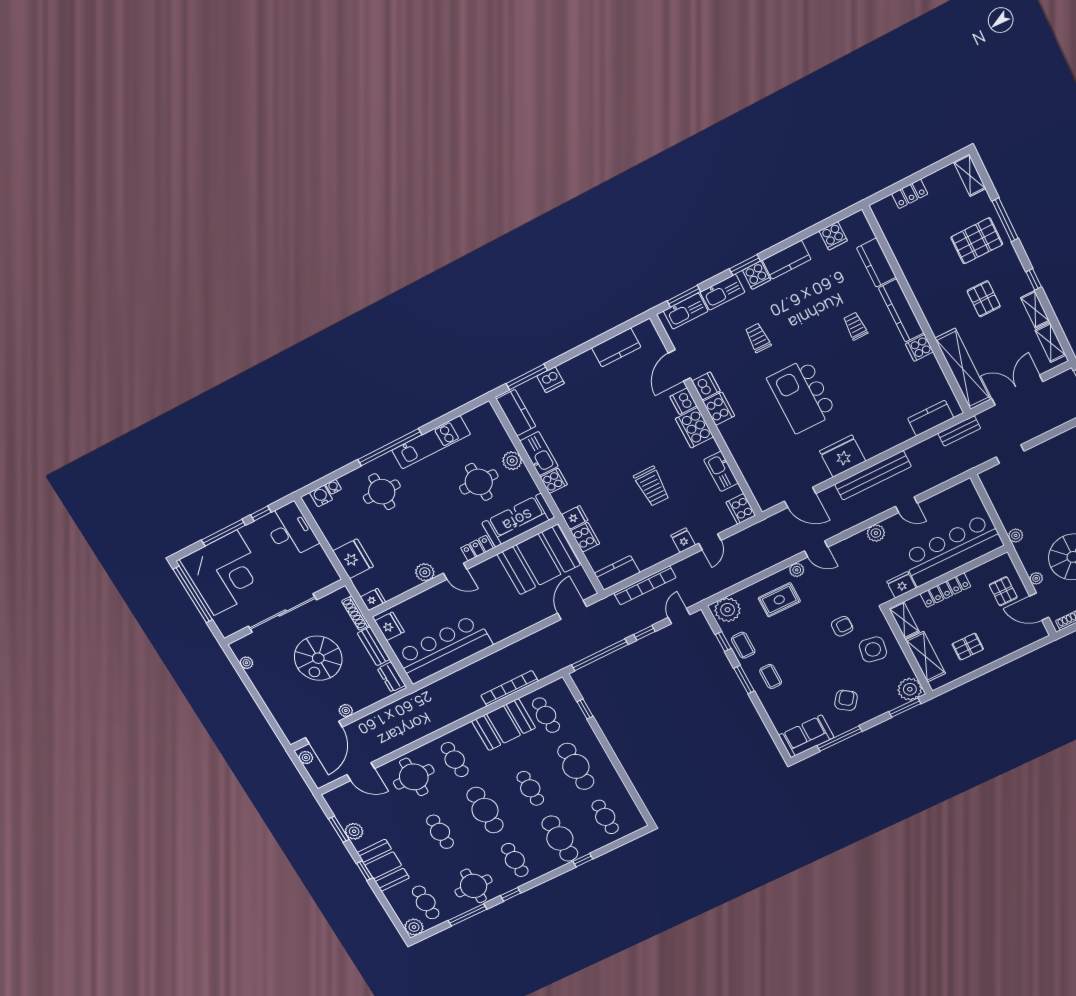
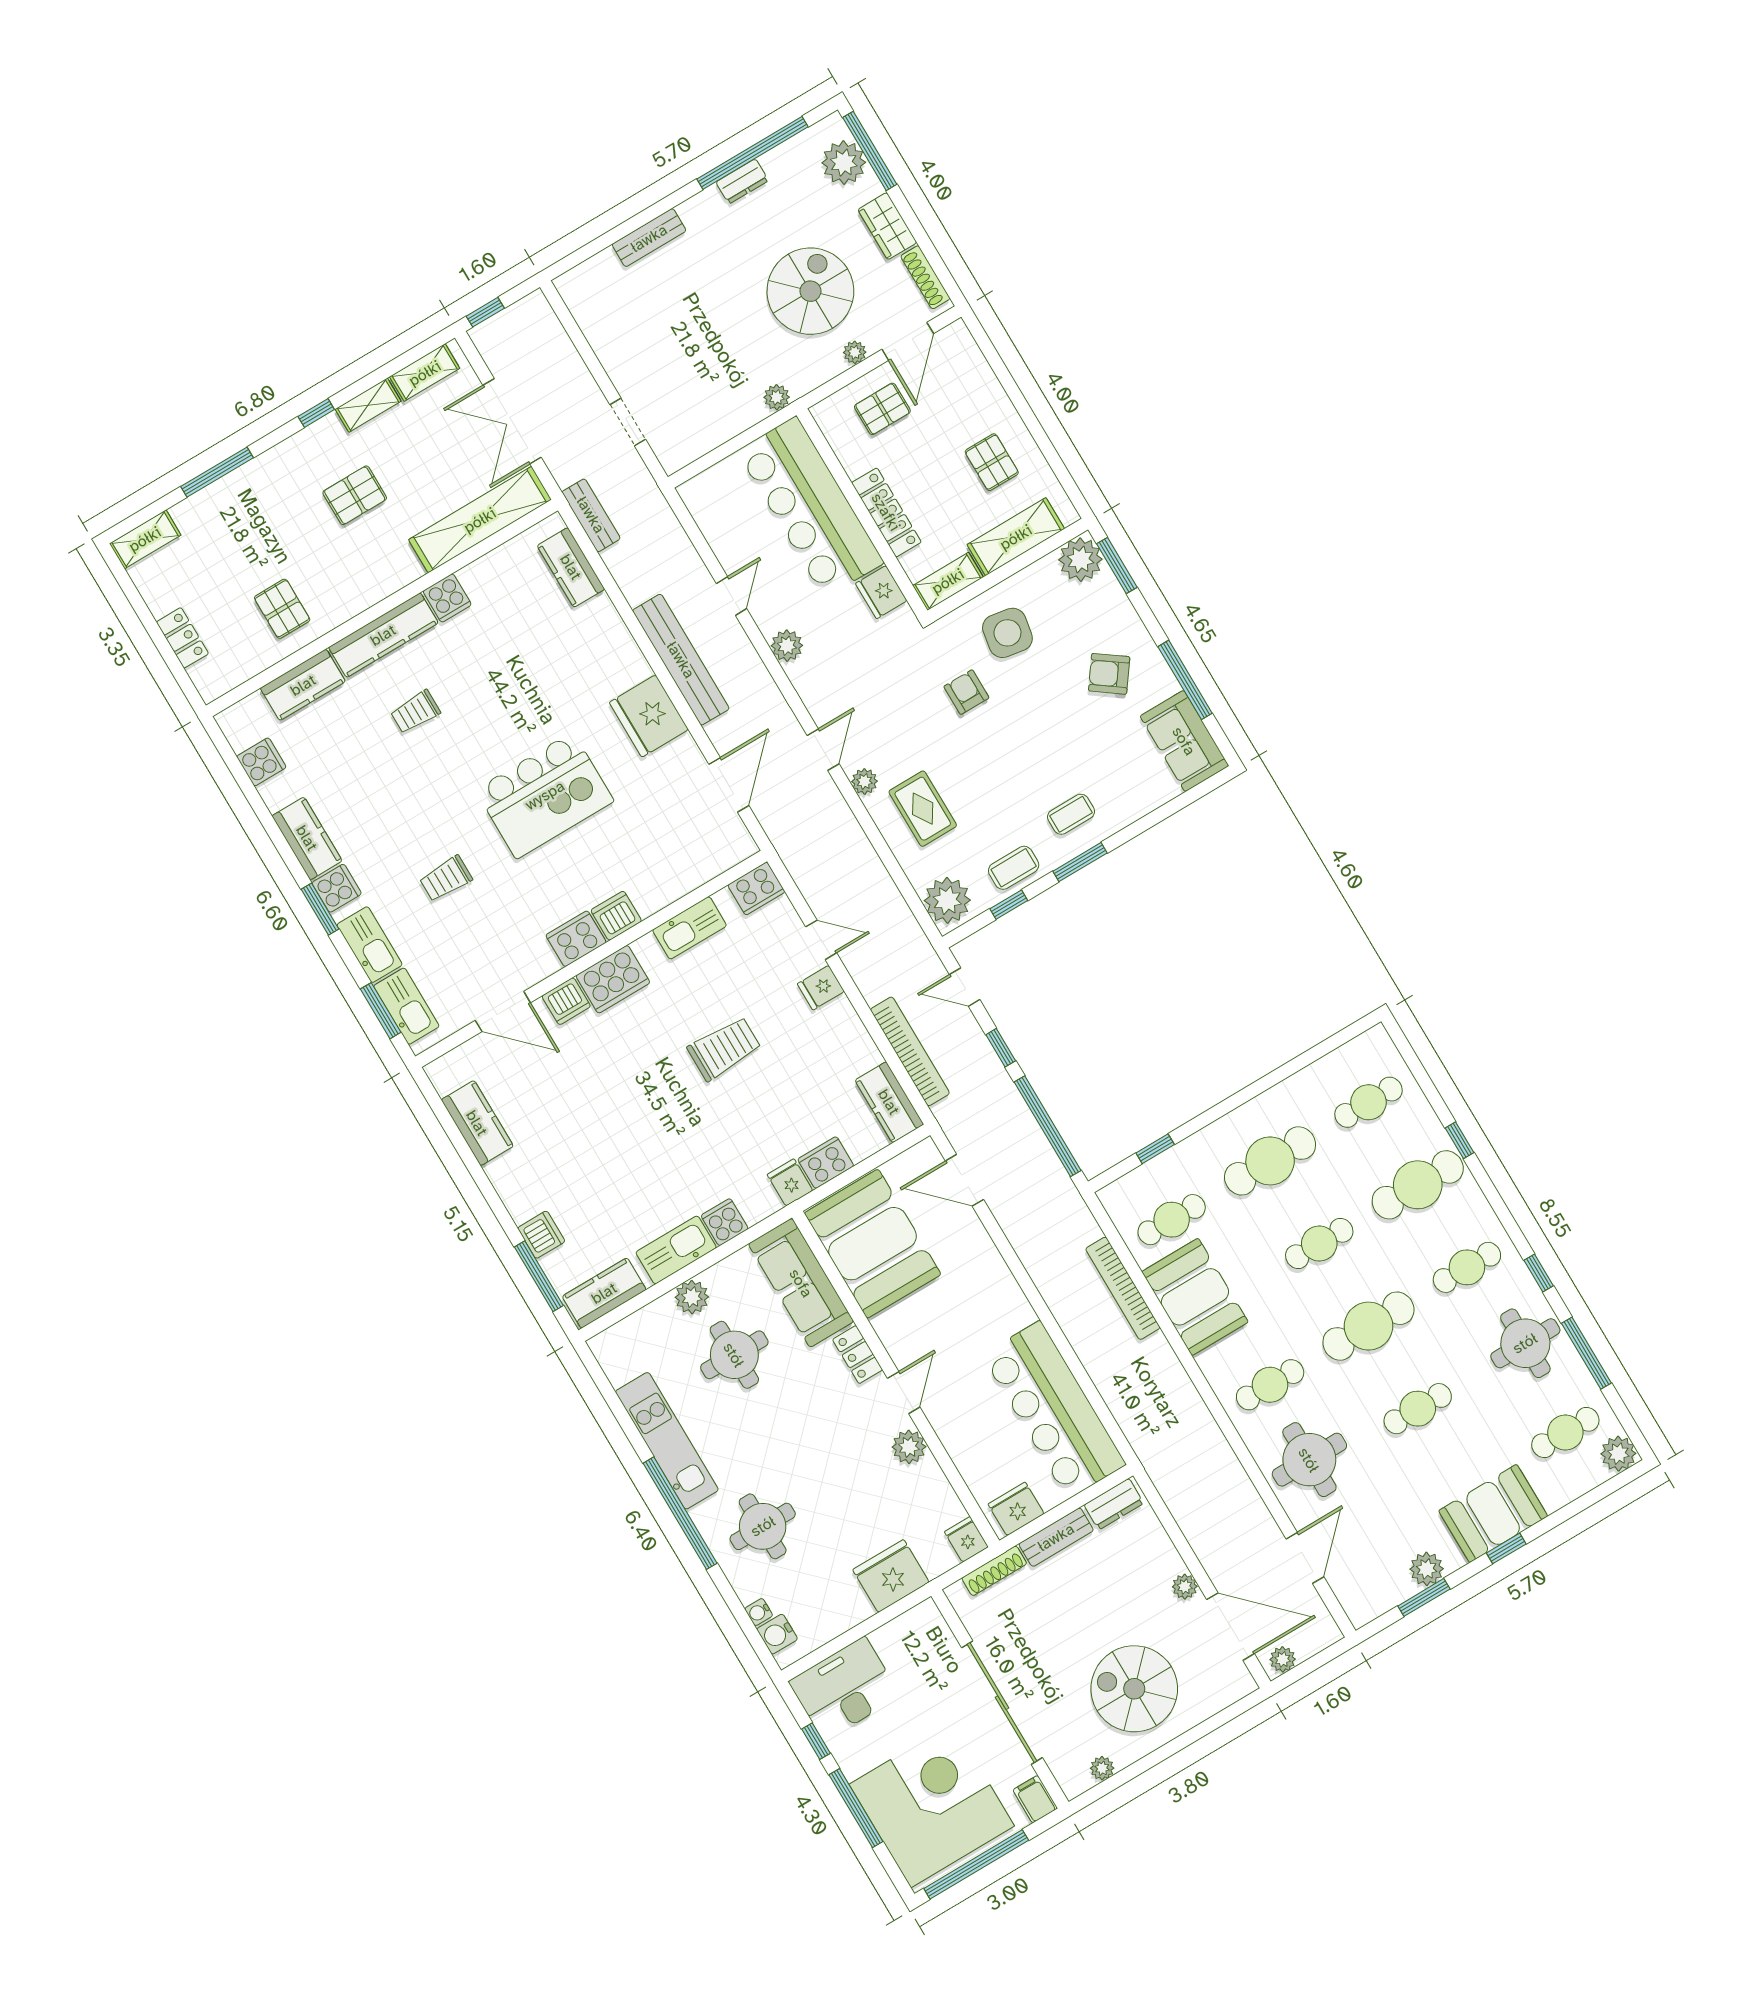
pallet: (977, 241) -> (282, 609), moved, width x0.67, depth x0.71
dishwasher: (706, 386) -> (616, 916), moved
filing cabinet: (229, 627) -> (1035, 1799), added
spiral stairs: (318, 658) -> (1134, 1689), moved, turned 180

